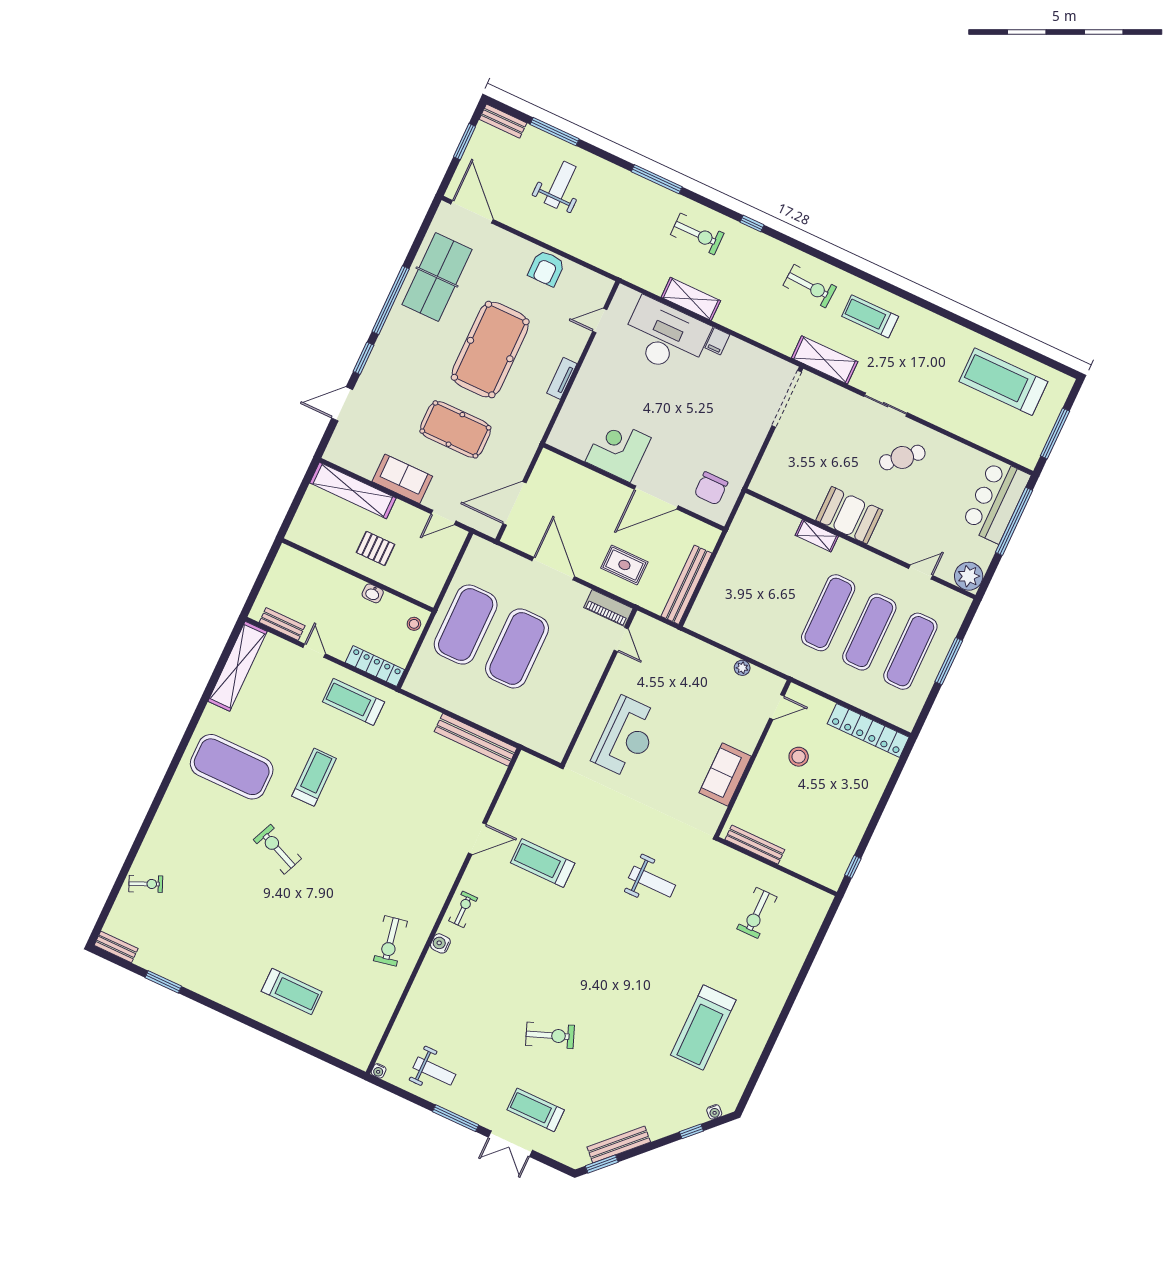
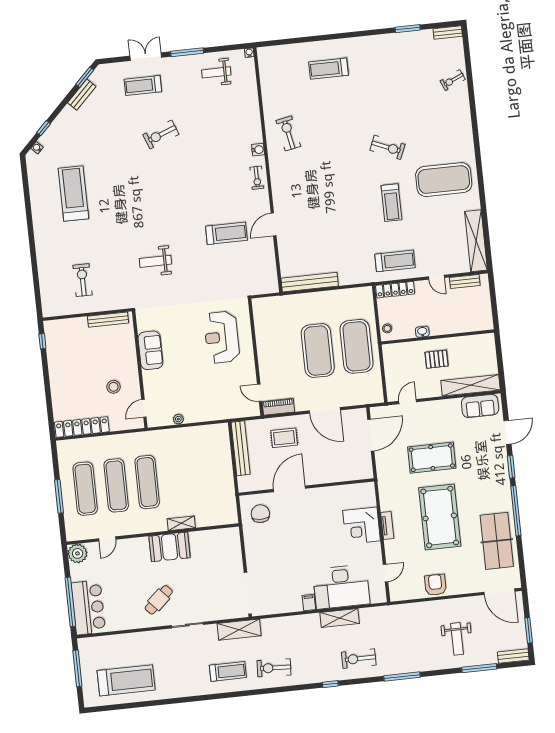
corner desk: (618, 450) -> (362, 526), moved, turned 90
sofa: (402, 479) -> (480, 406), moved
treadmill: (536, 1110) -> (143, 85), turned 180
bench: (619, 1145) -> (82, 95), width x0.73

